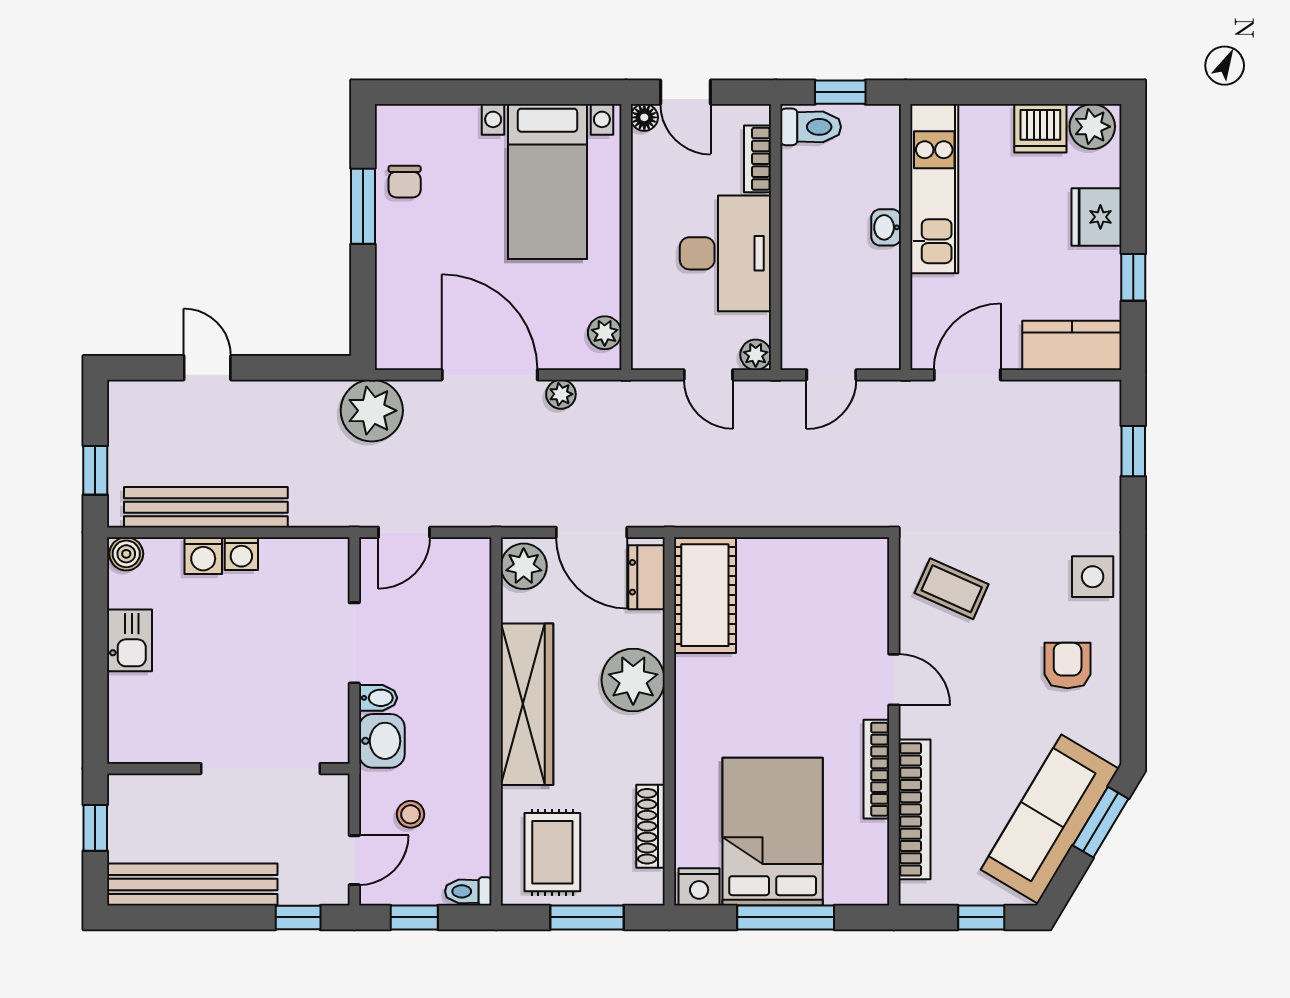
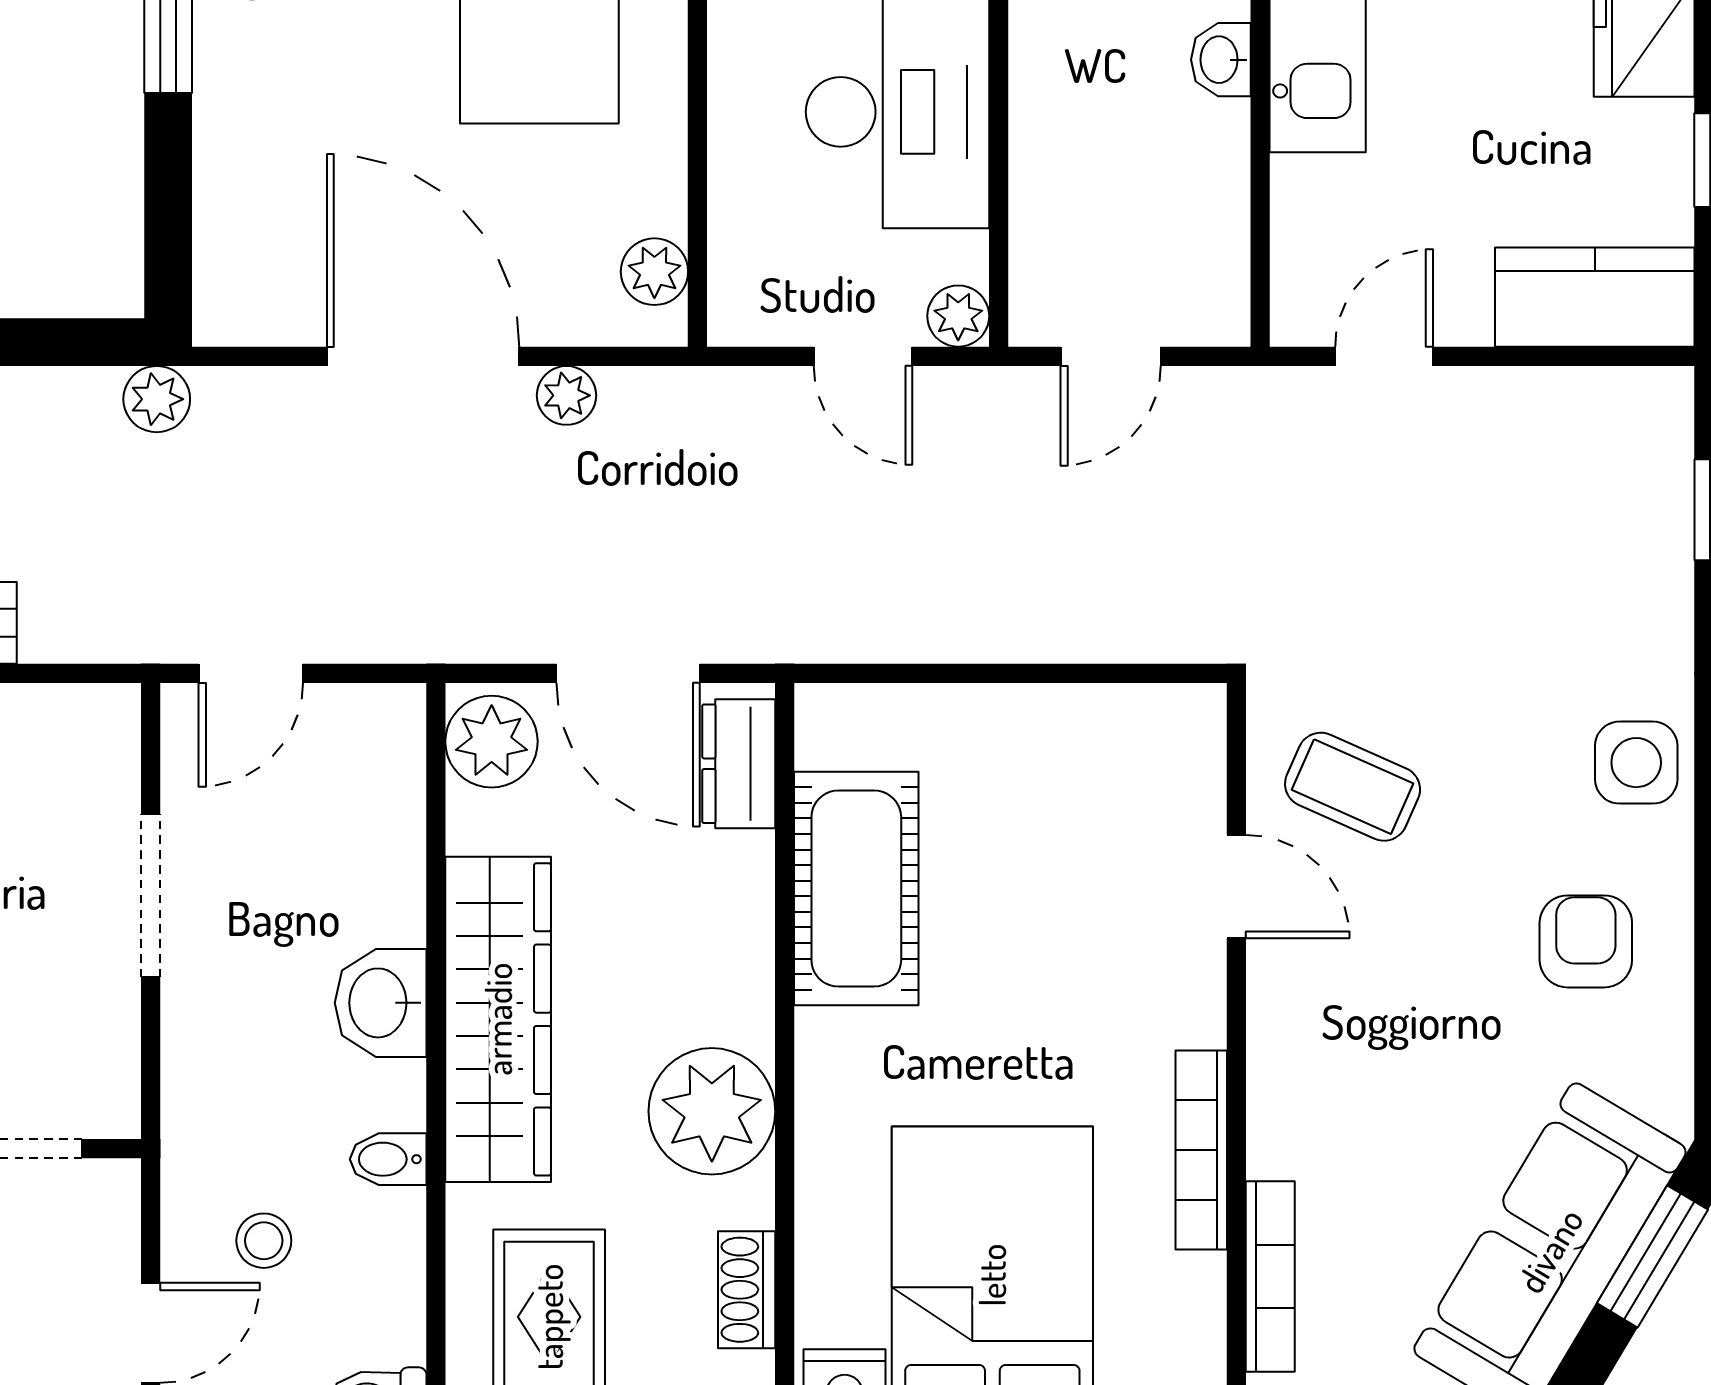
door: (967, 375) -> (1384, 356), width x0.73
plant: (372, 411) -> (157, 399), width x0.53, depth x0.53
cot: (705, 595) -> (856, 889), moved
plant: (633, 680) -> (712, 1111), moved
door: (894, 680) -> (1236, 887), moved
bidet: (378, 698) -> (388, 1159), moved, turned 180
washbasin: (382, 741) -> (381, 1003), moved, turned 180
bookcase: (914, 809) -> (1270, 1277), width x0.68, depth x0.76
shoe rack: (650, 826) -> (747, 1290), width x0.70

